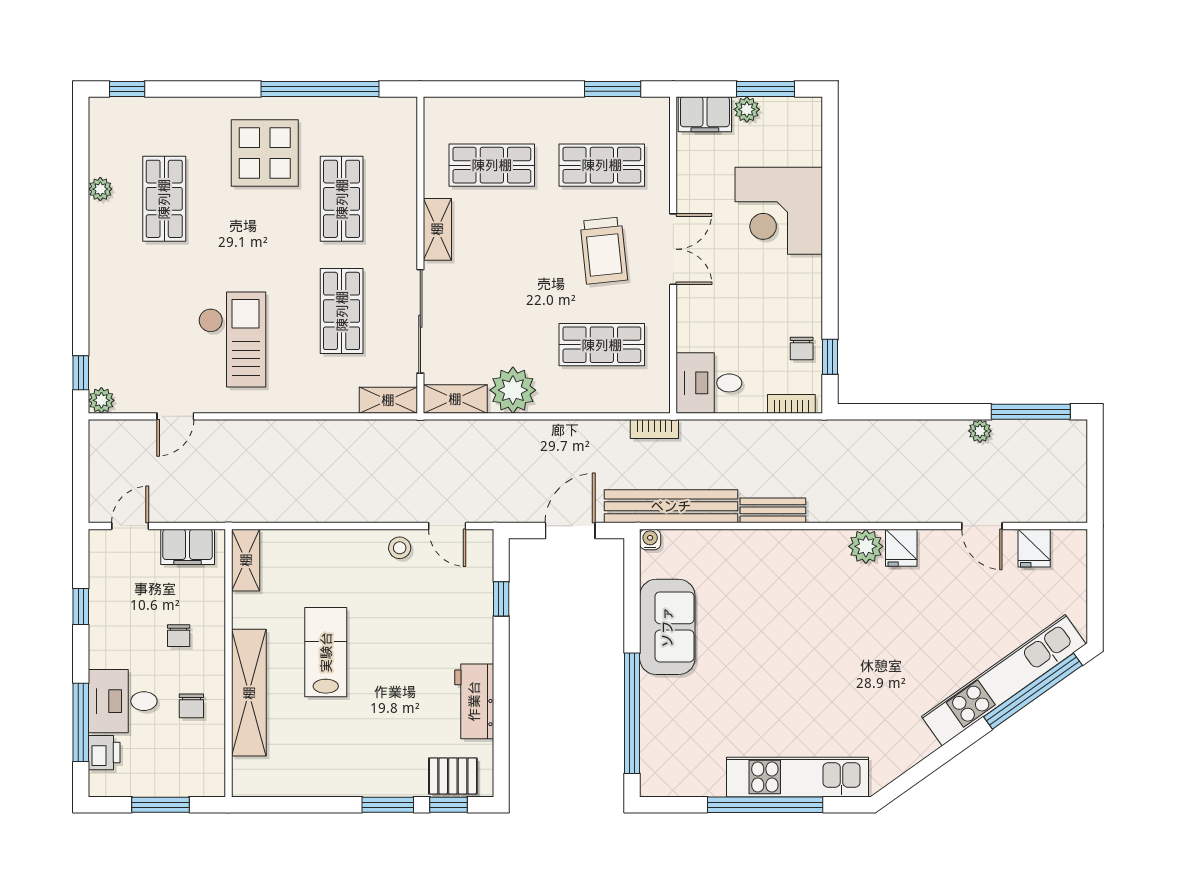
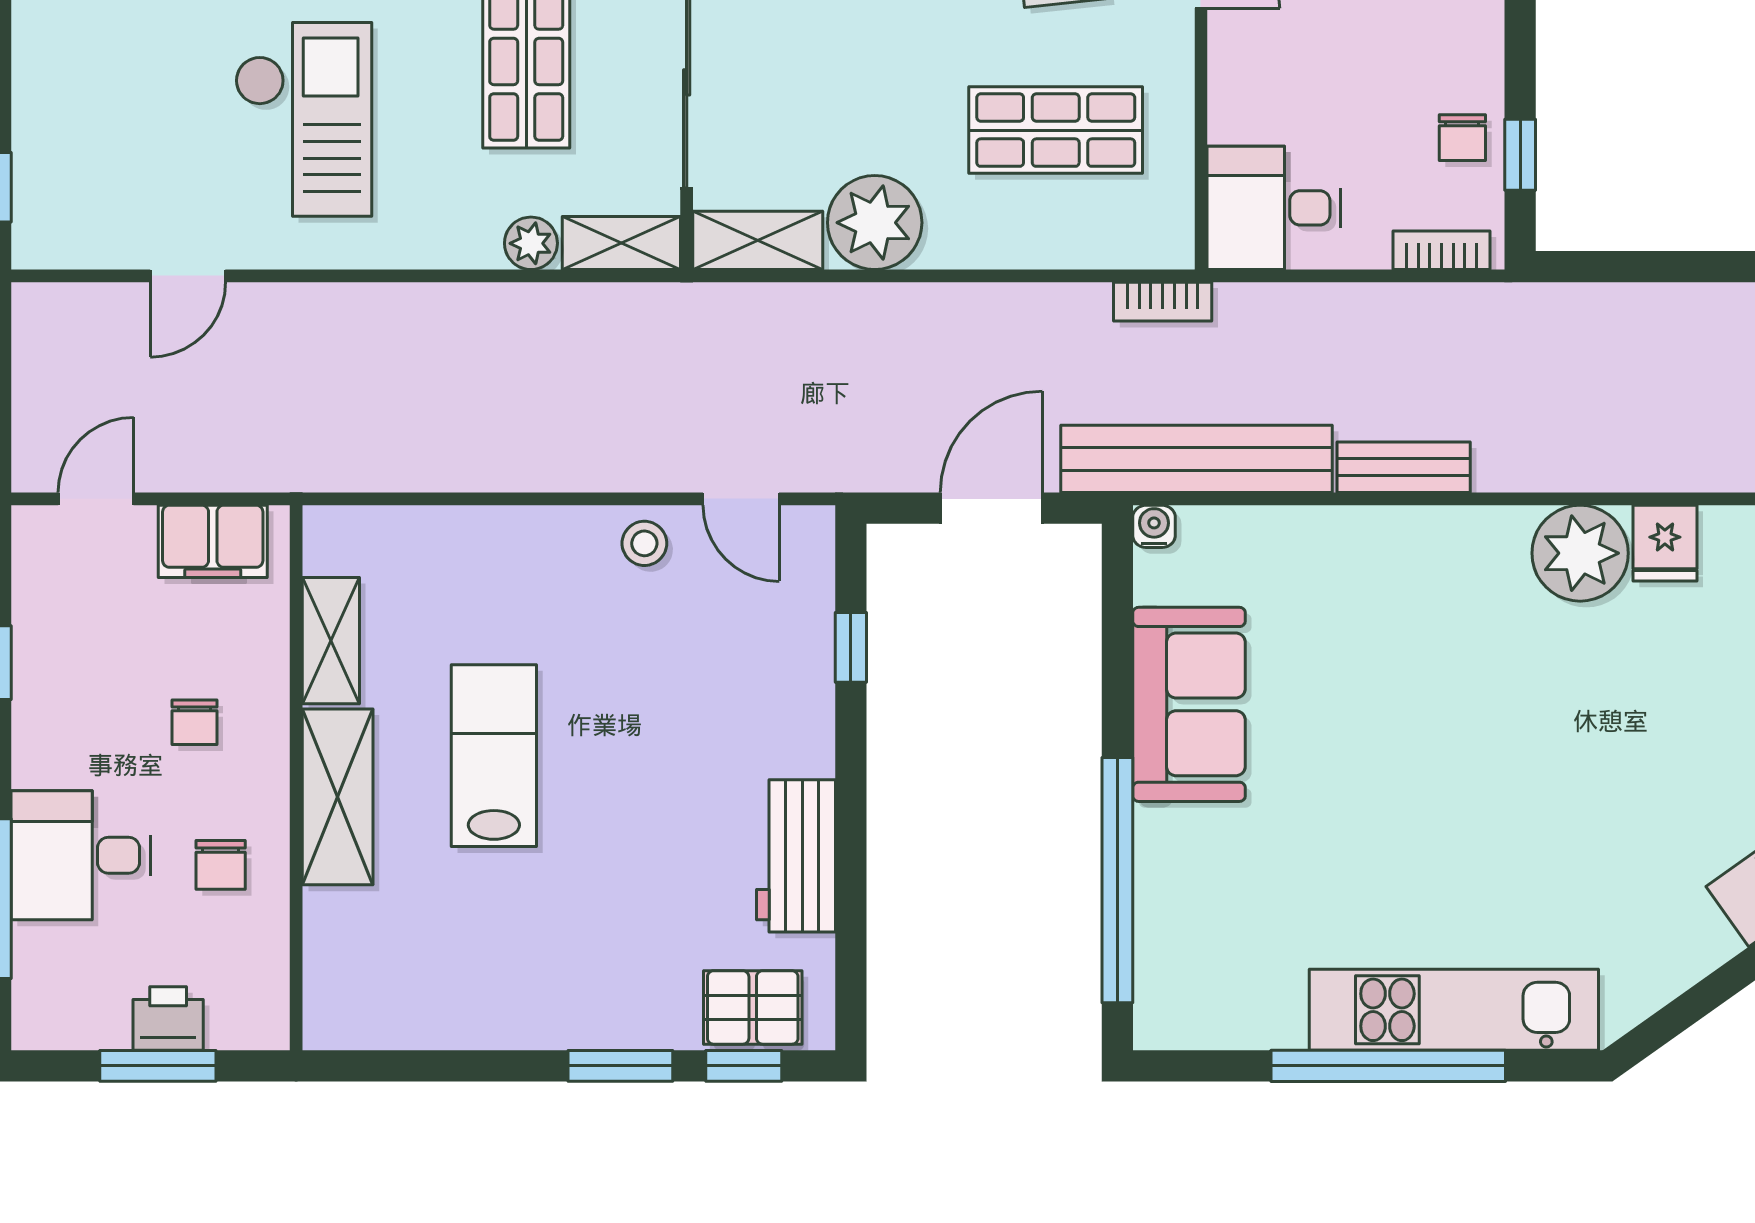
plant: (101, 400) -> (531, 243), moved
plant: (866, 546) -> (1580, 553), width x1.36, depth x1.36
shelving: (246, 560) -> (331, 641), moved
shelving: (249, 693) -> (338, 797), width x0.68
printer: (104, 753) -> (168, 1019), moved, turned -90

